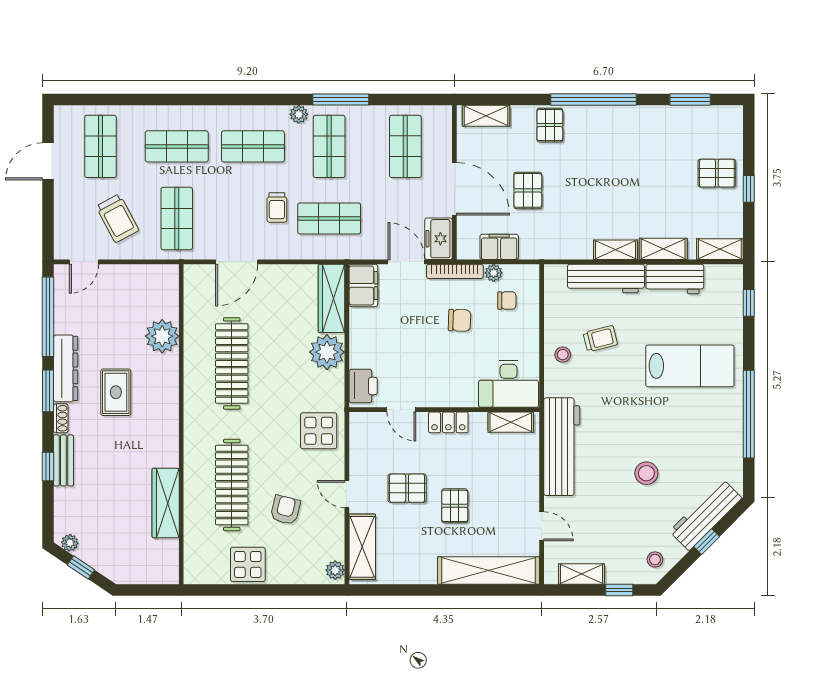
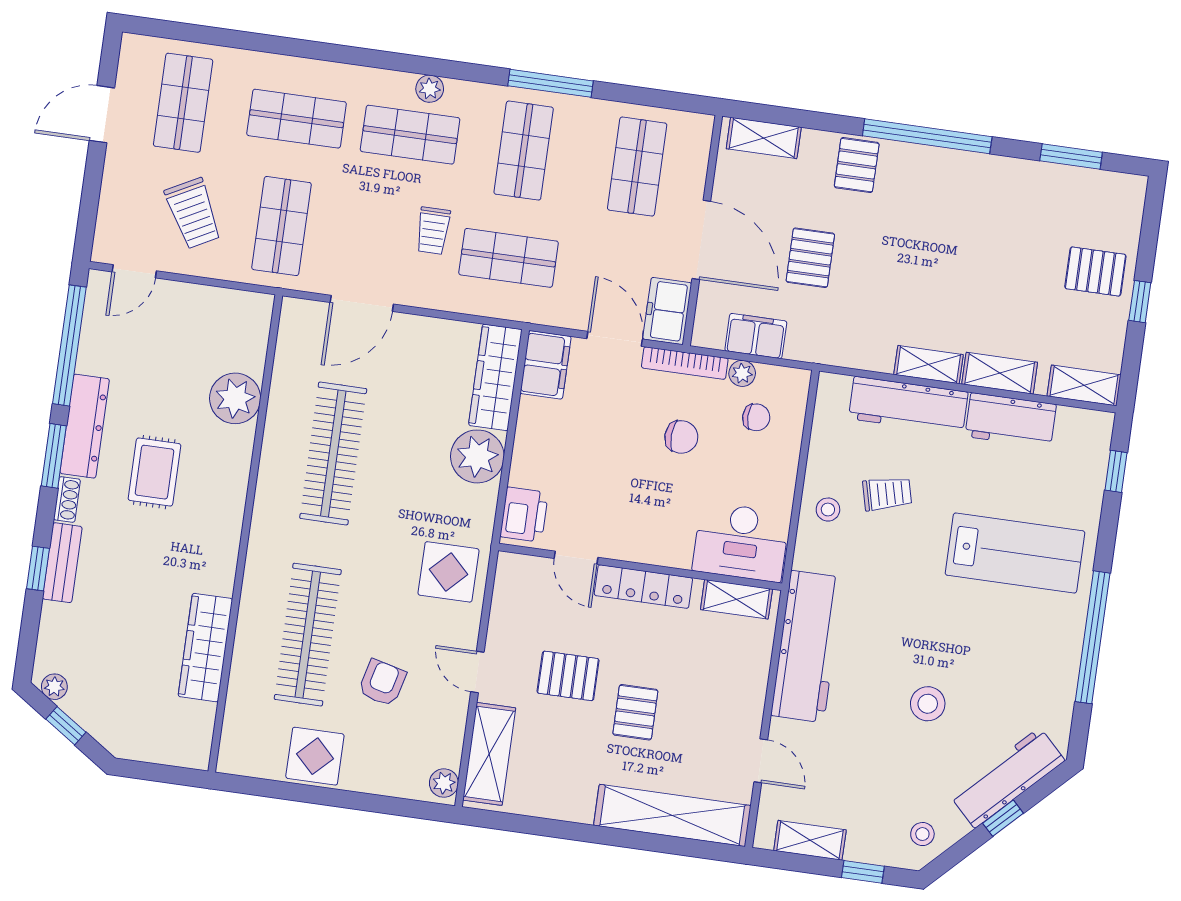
plant: (299, 114) -> (430, 89), moved
locker: (448, 422) -> (643, 587), width x1.53

